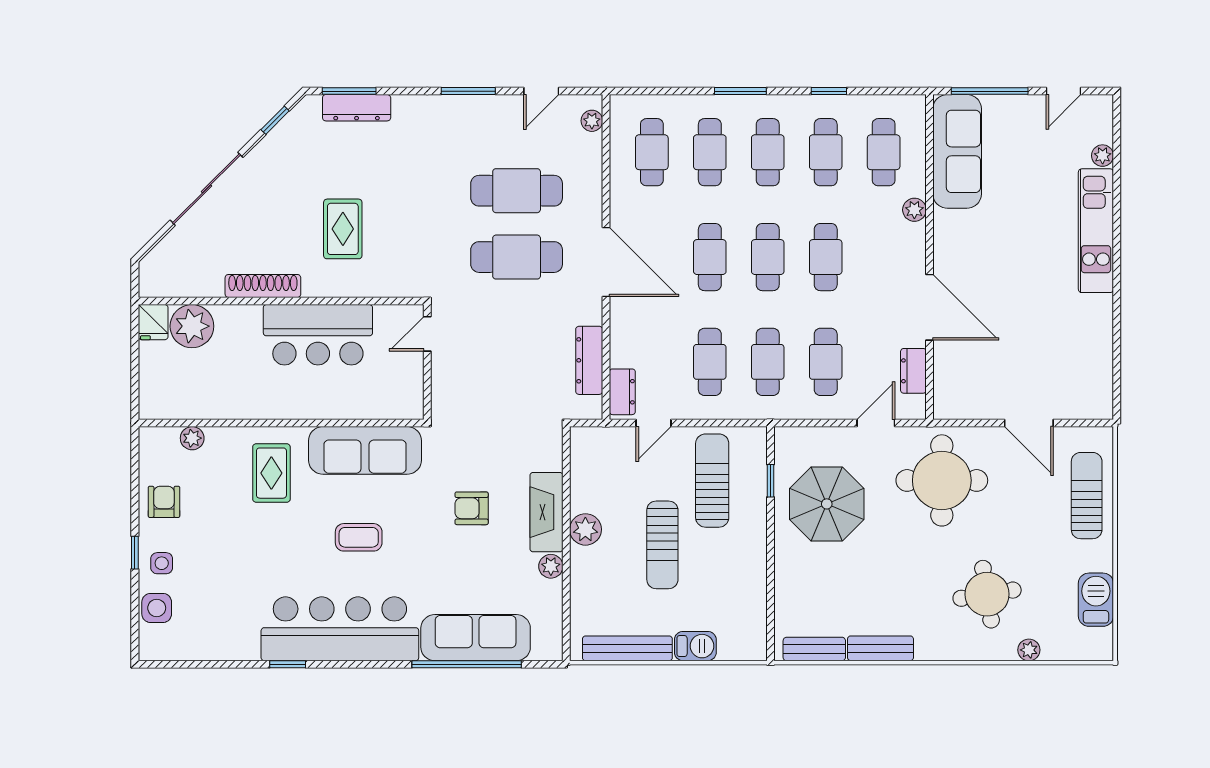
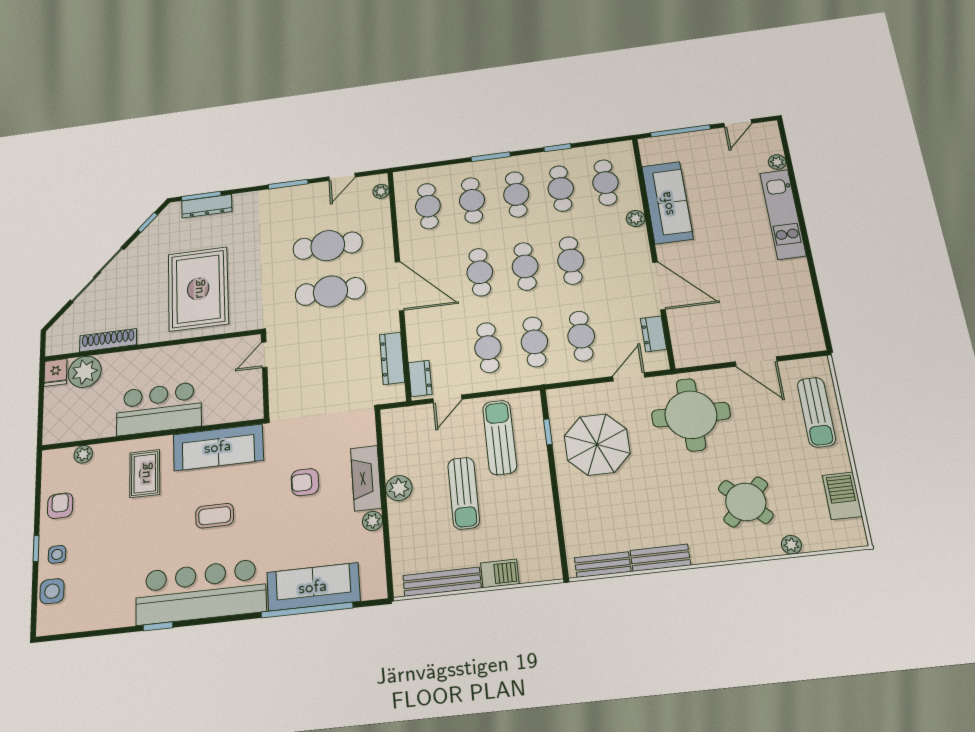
sofa: (957, 151) -> (667, 203), moved
rug: (343, 229) -> (198, 289), width x1.86, depth x2.06
shoe rack: (263, 286) -> (108, 340), moved
bar counter: (318, 335) -> (159, 409), moved, turned 180
sun lounger: (1087, 496) -> (816, 412), turned 180
round table: (987, 594) -> (746, 502), turned -36

